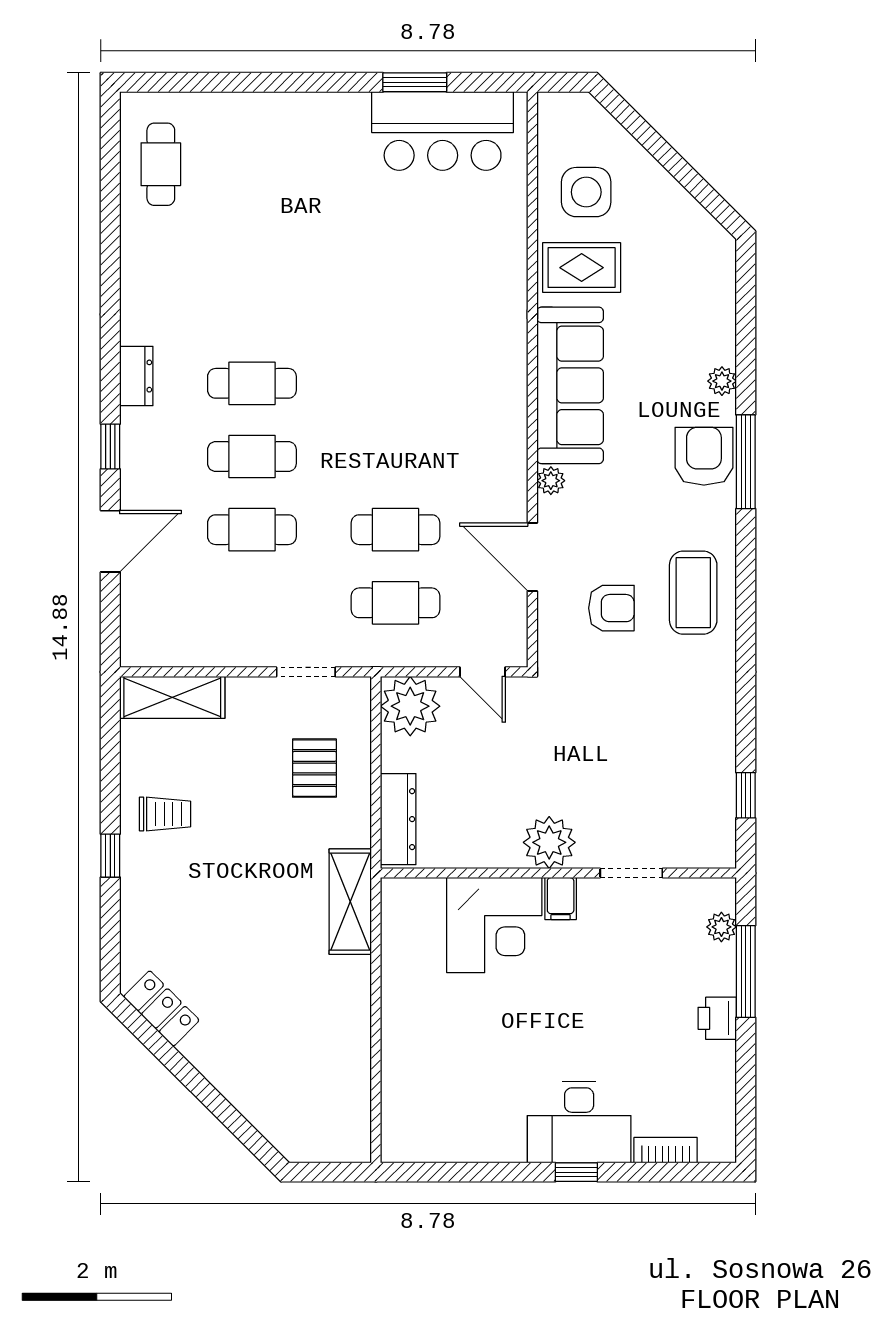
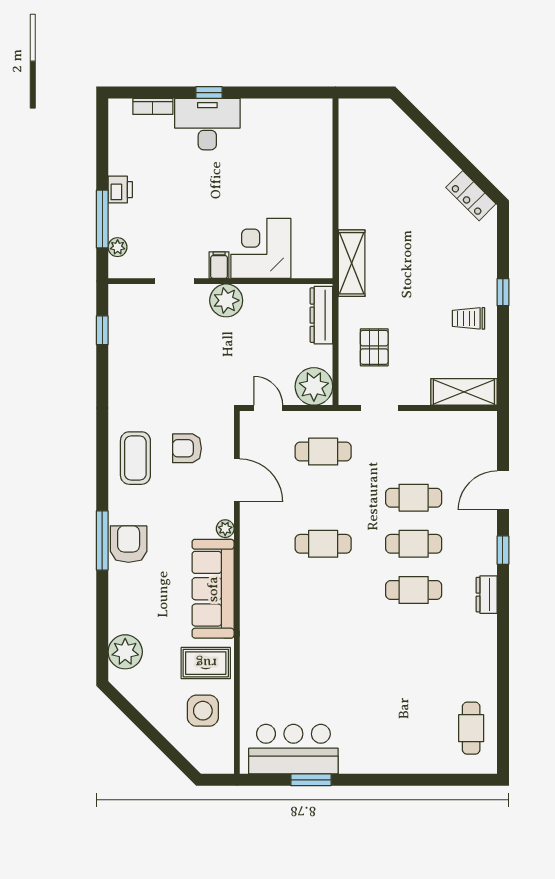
plant: (722, 381) -> (125, 652), moved, width x1.87, depth x1.87
armchair: (704, 456) -> (129, 544), turned 180
cafe table: (395, 530) -> (323, 544), moved

